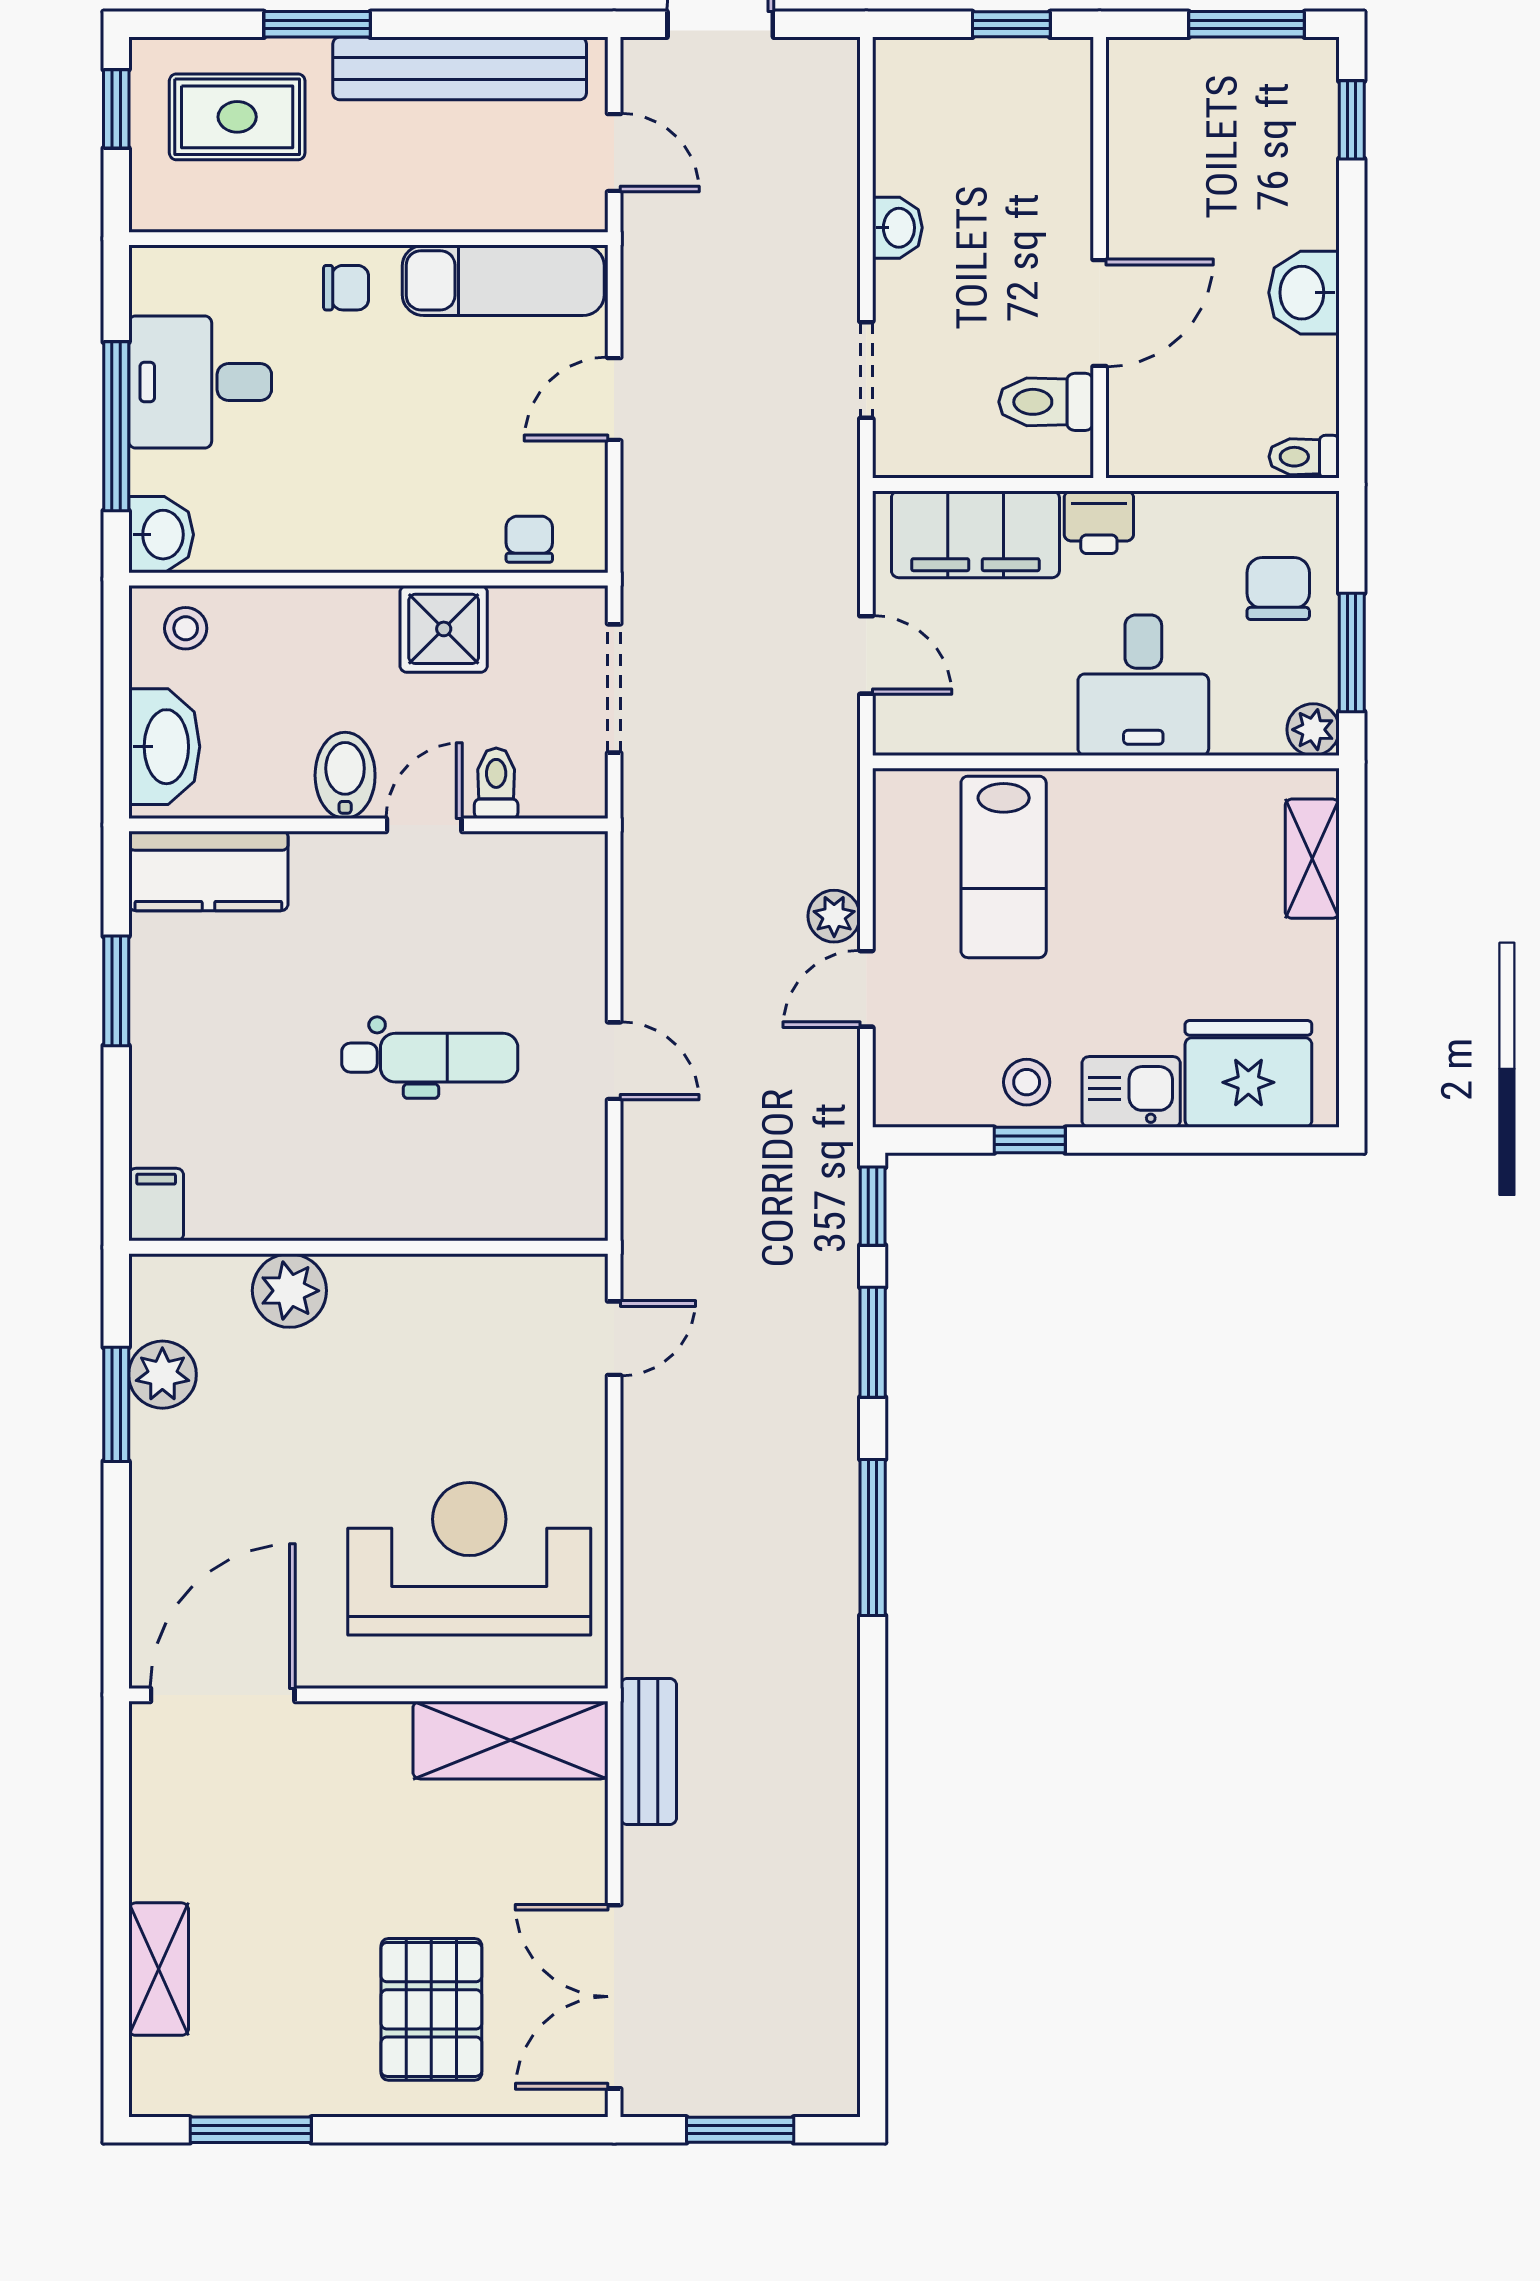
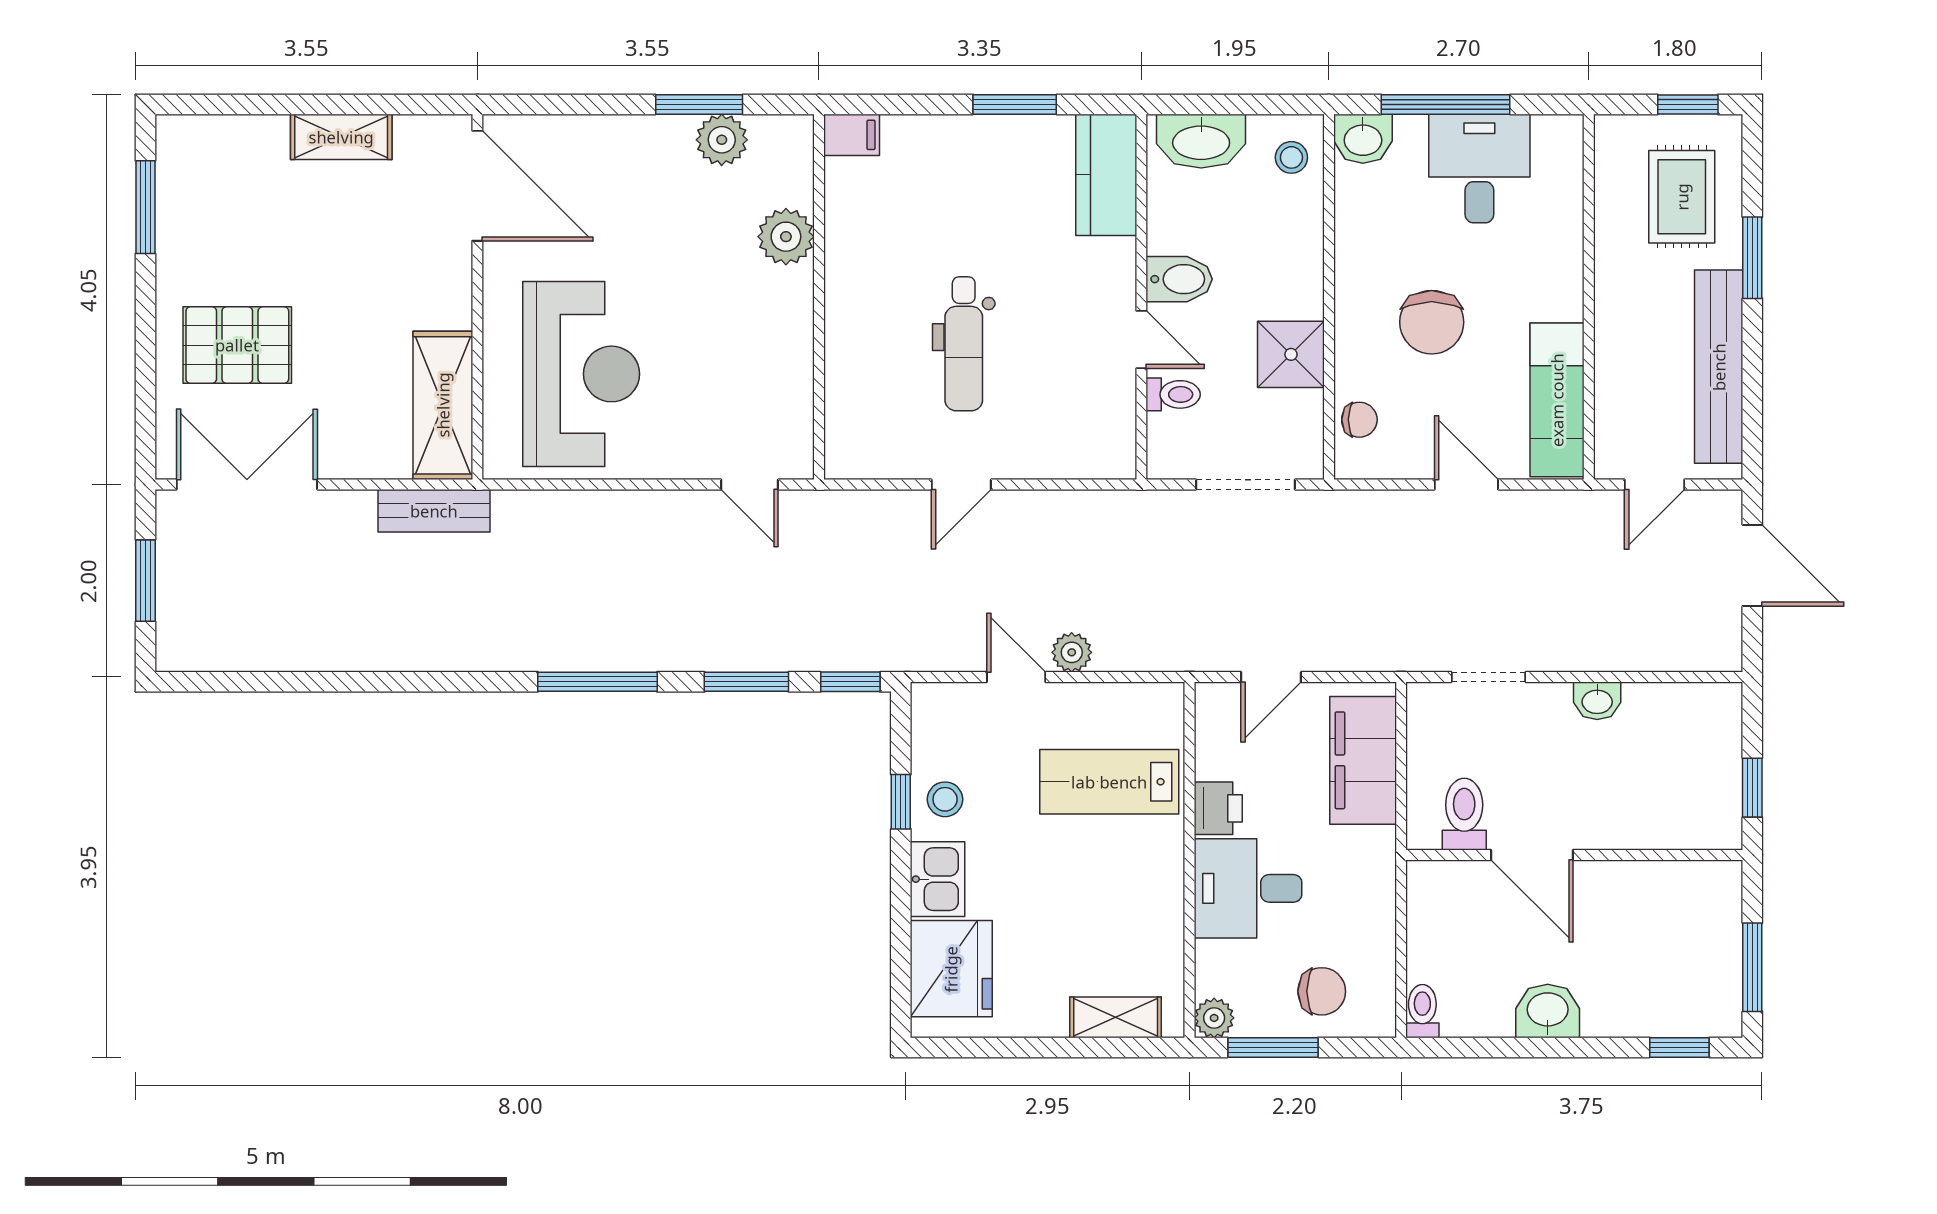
chair: (346, 288) -> (1432, 322), moved, width x1.87, depth x1.87
printer: (1099, 522) -> (1218, 808), moved, turned 180
shelving: (159, 1969) -> (341, 137), moved

